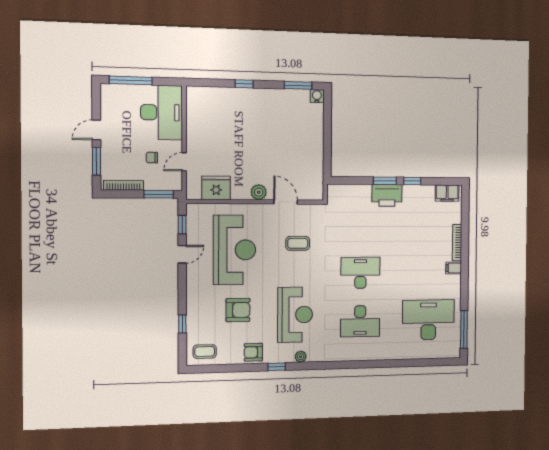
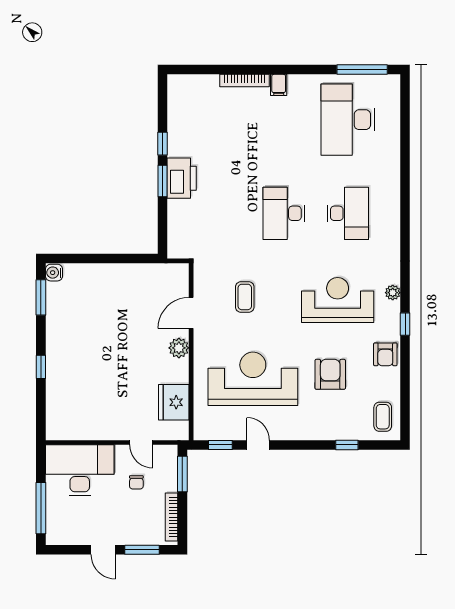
filing cabinet: (447, 193) -> (178, 95), removed

